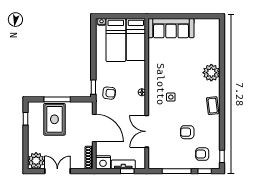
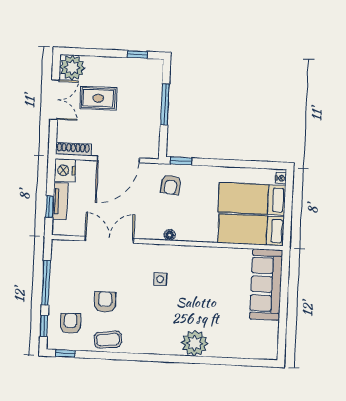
coffee table: (213, 106) -> (108, 340), moved
rug: (54, 119) -> (98, 98), moved, width x0.73, depth x0.70

